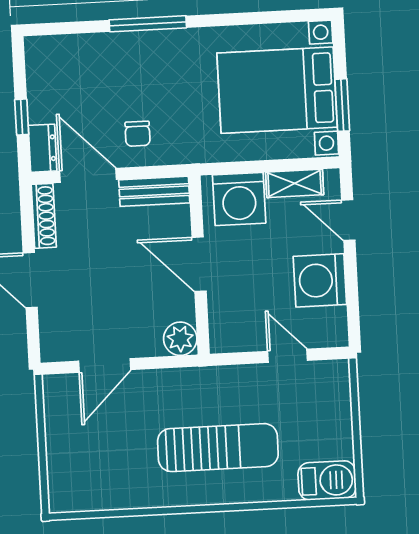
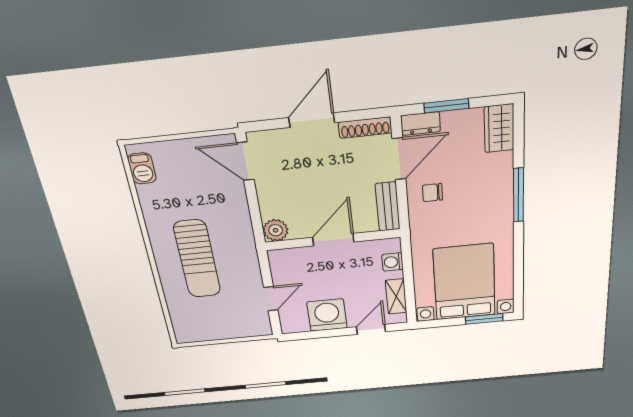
wardrobe: (55, 52) -> (499, 128), added
window: (342, 105) -> (484, 319), moved
window: (22, 117) -> (446, 106), width x1.50
washing machine: (239, 199) -> (393, 262), width x0.53, depth x0.53
door: (105, 365) -> (245, 161), moved
barbecue: (327, 480) -> (142, 168), moved, width x0.73, depth x0.79

